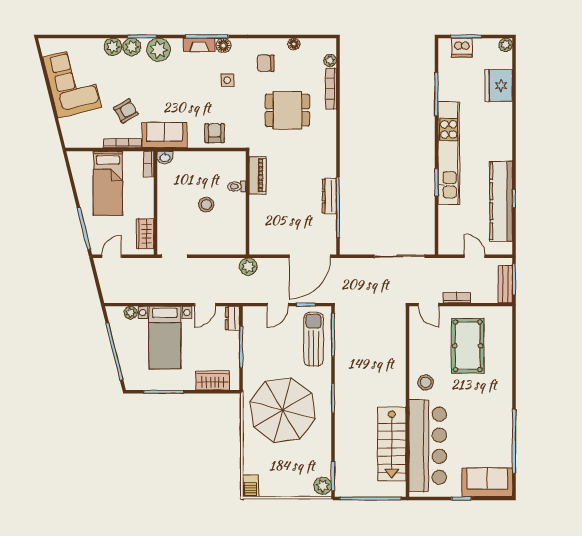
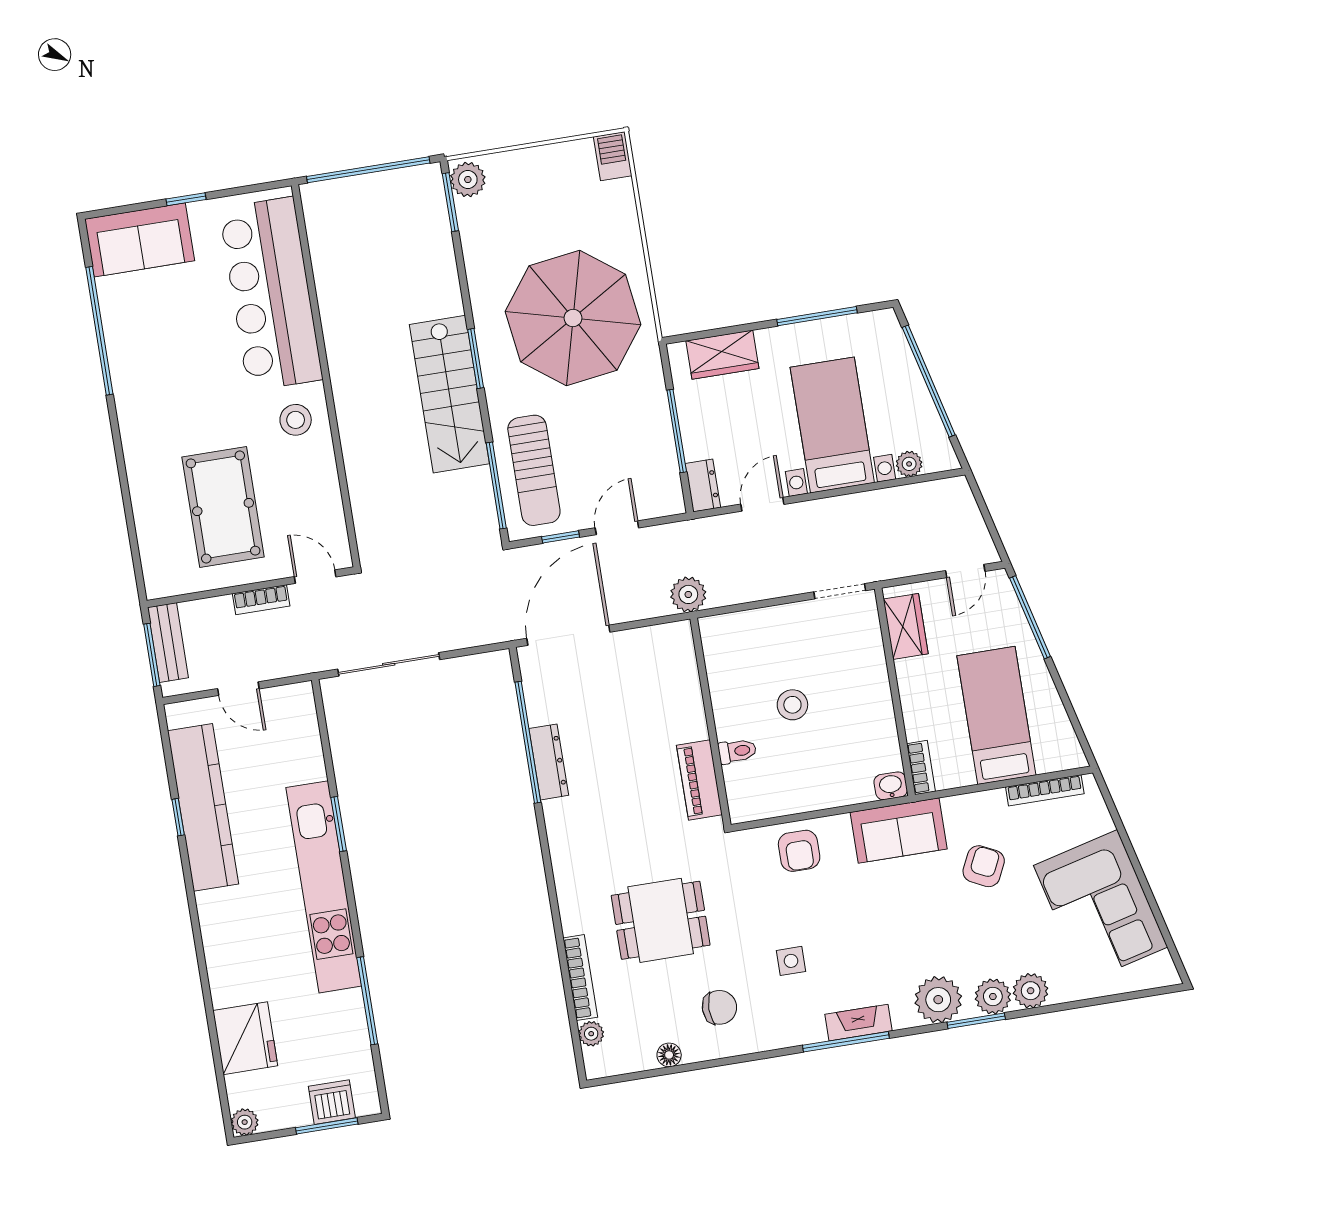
floor lamp: (224, 45) -> (810, 1029), removed
armchair: (126, 111) -> (984, 866), turned 146
bookcase: (122, 143) -> (1045, 790), moved
stairs: (392, 444) -> (449, 394), moved, turned 180

